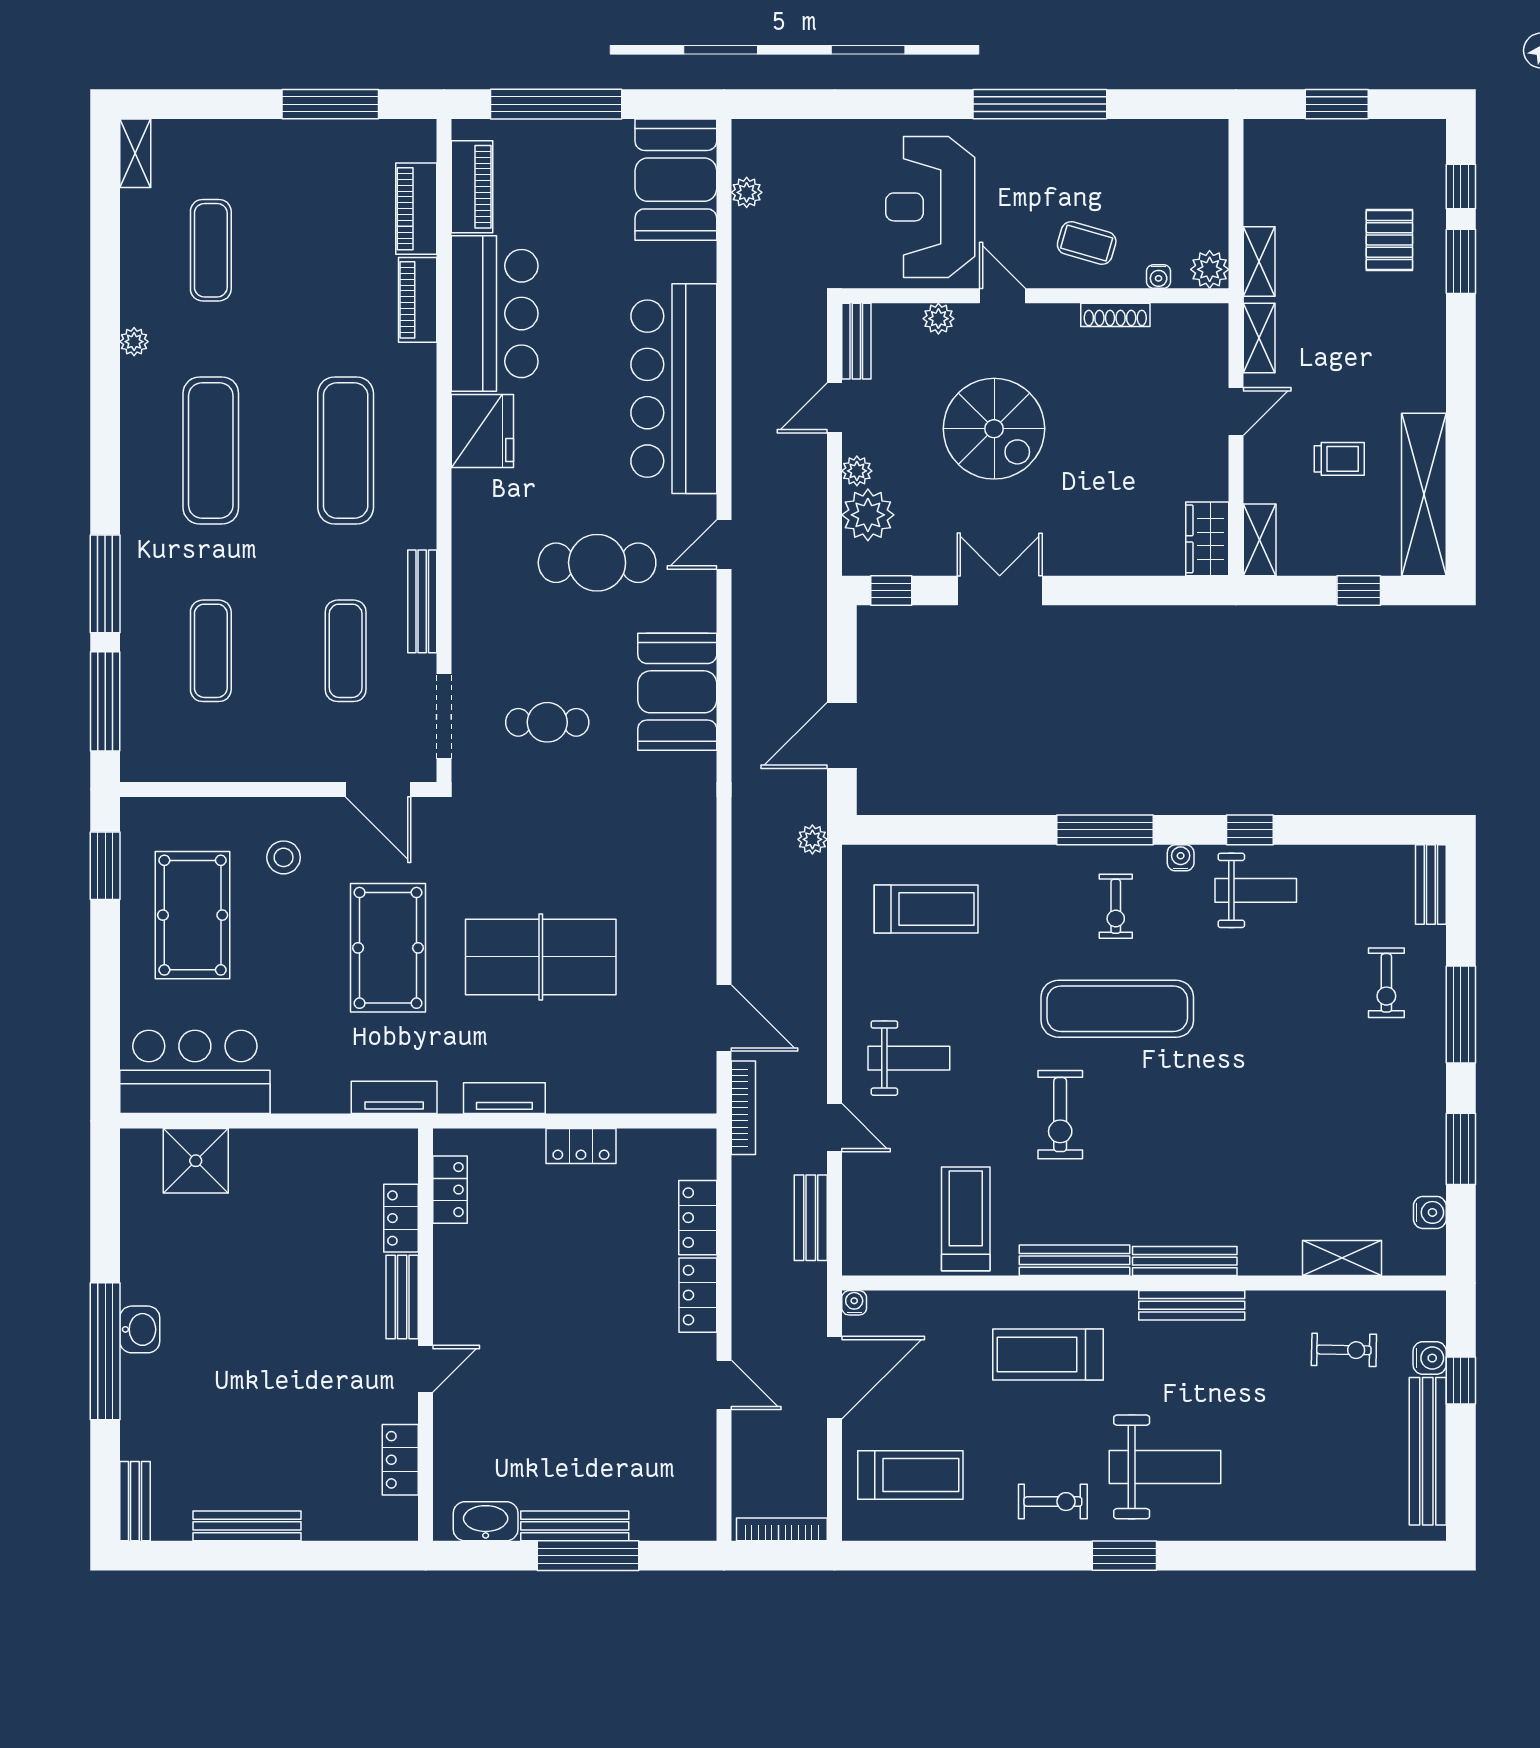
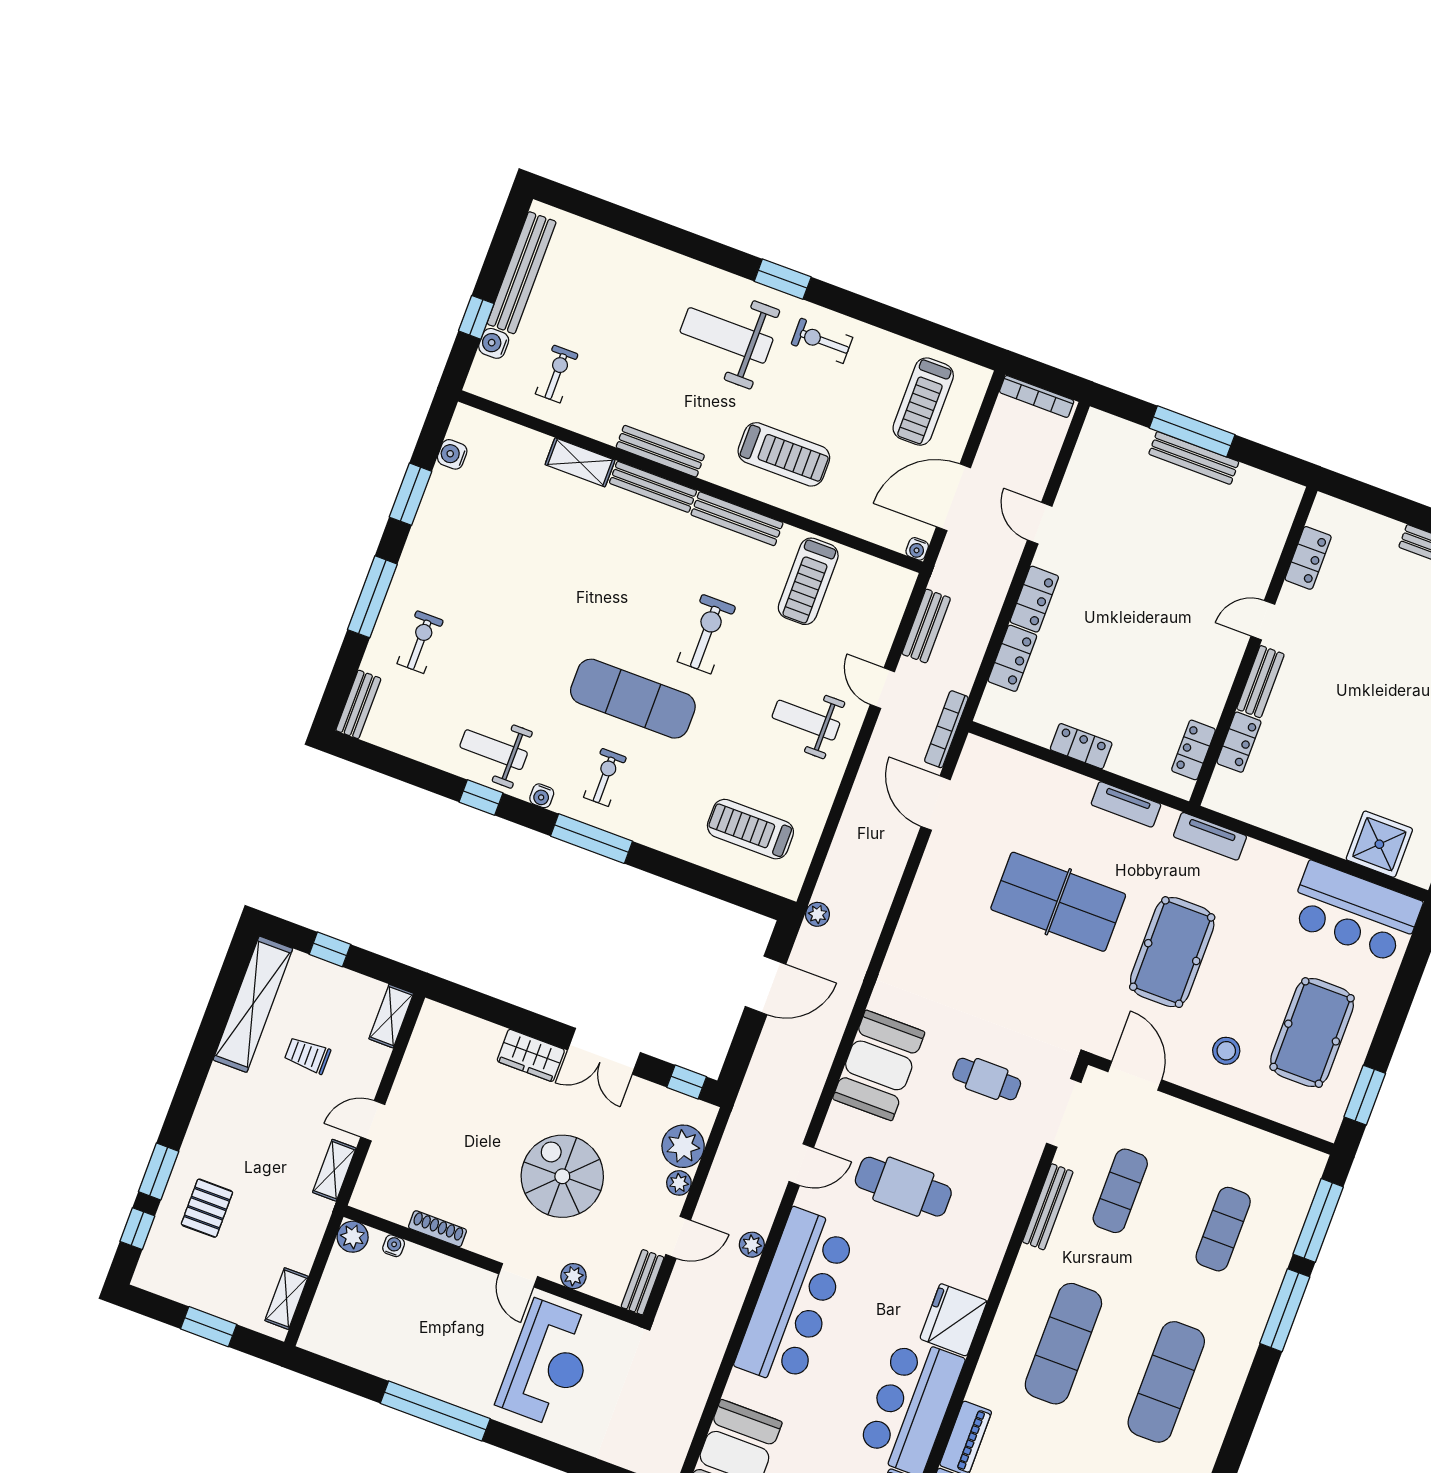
plant: (747, 192) -> (752, 1245), moved
coffee table: (1087, 243) -> (439, 1292), removed
shelving: (1259, 262) -> (287, 1299), moved
wardrobe: (1207, 539) -> (531, 1055), moved, turned 90
shelving: (1342, 1258) -> (580, 462), moved
exercise bike: (1344, 1350) -> (557, 374), turned 89
treadmill: (910, 1475) -> (923, 402), turned -90
washbasin: (486, 1521) -> (1260, 487), removed

